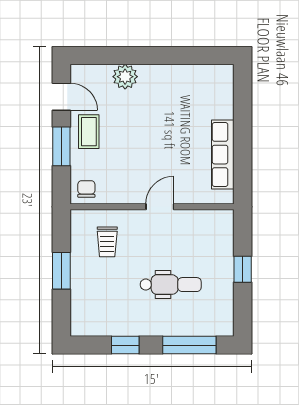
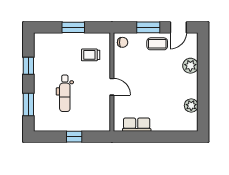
plant: (191, 75) -> (191, 105), added
row of seats: (223, 155) -> (137, 125), width x0.68
window: (189, 345) -> (28, 105), width x0.69

